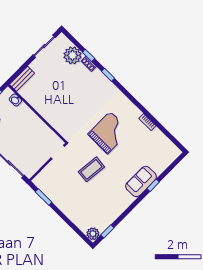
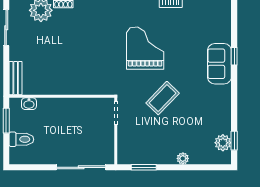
coffee table: (91, 169) -> (163, 98), turned 38
plant: (70, 213) -> (183, 158), added
plant: (93, 234) -> (223, 143), moved

